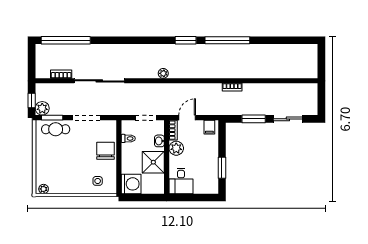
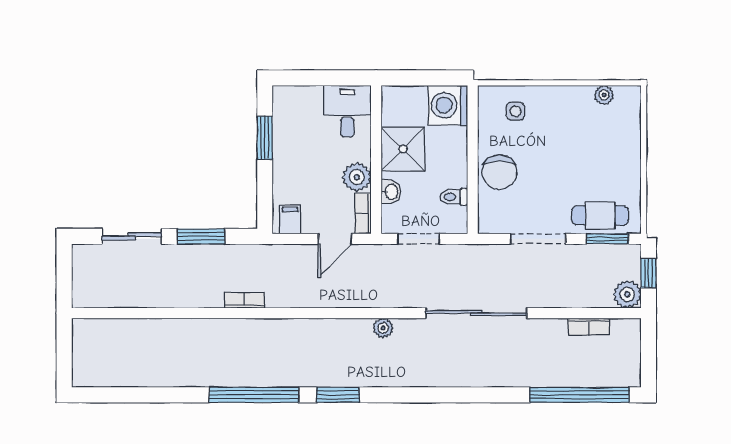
sliding door: (99, 81) -> (476, 313), moved
plant: (42, 108) -> (627, 294), moved
plant: (44, 189) -> (604, 95), moved

